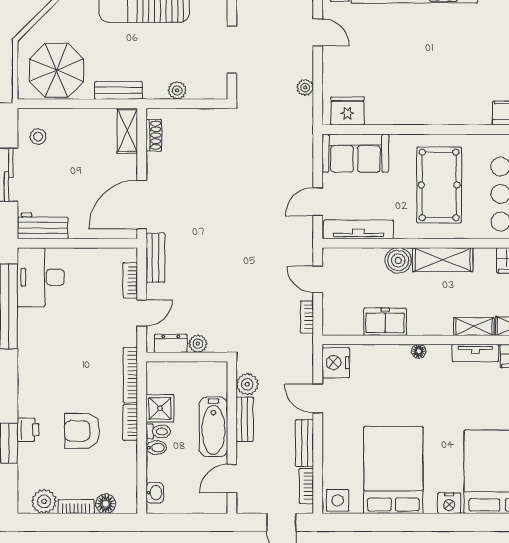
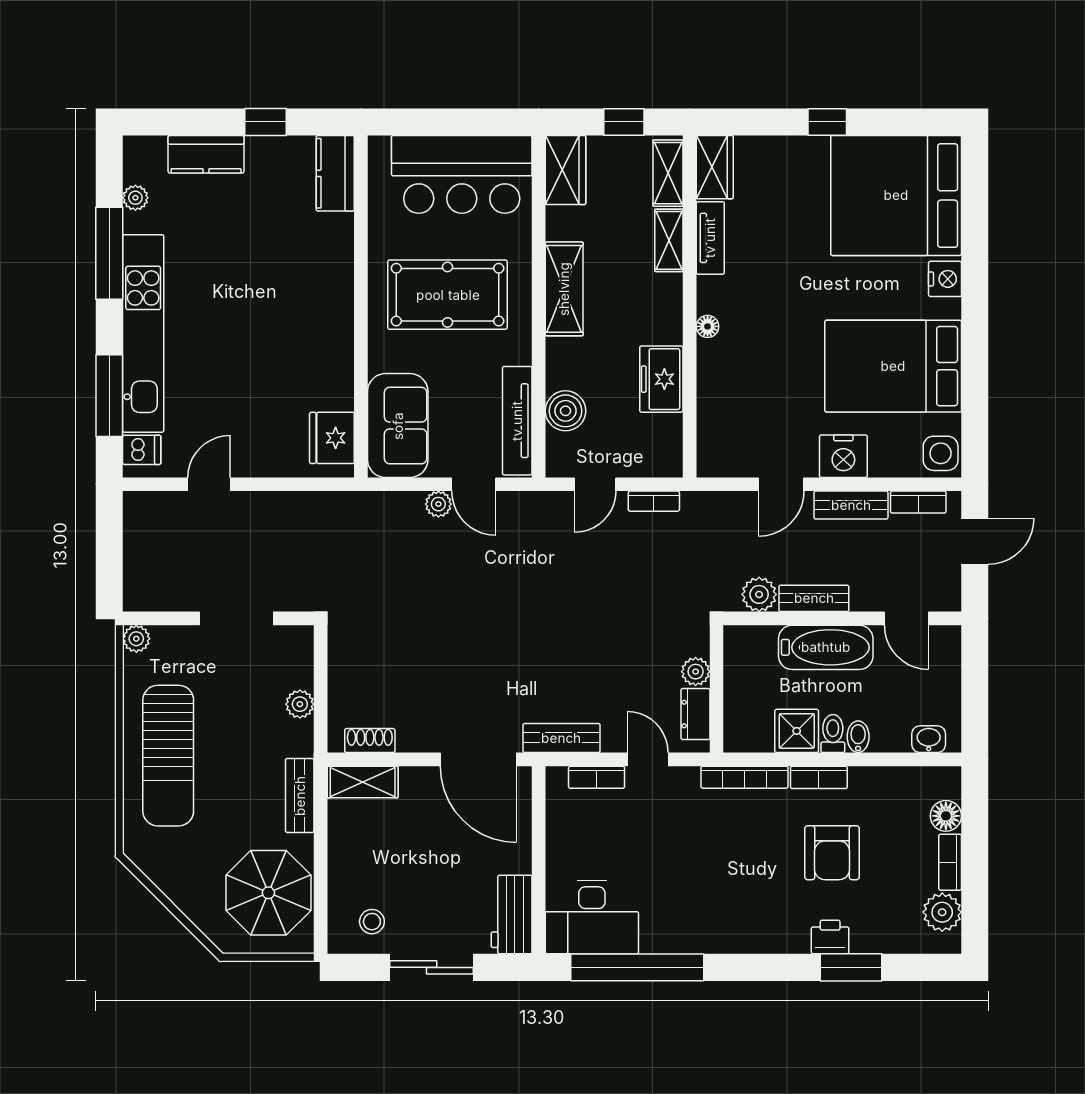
plant: (305, 87) -> (438, 504), moved
boiler: (398, 260) -> (566, 411), moved
nightstand: (336, 363) -> (843, 456), moved

